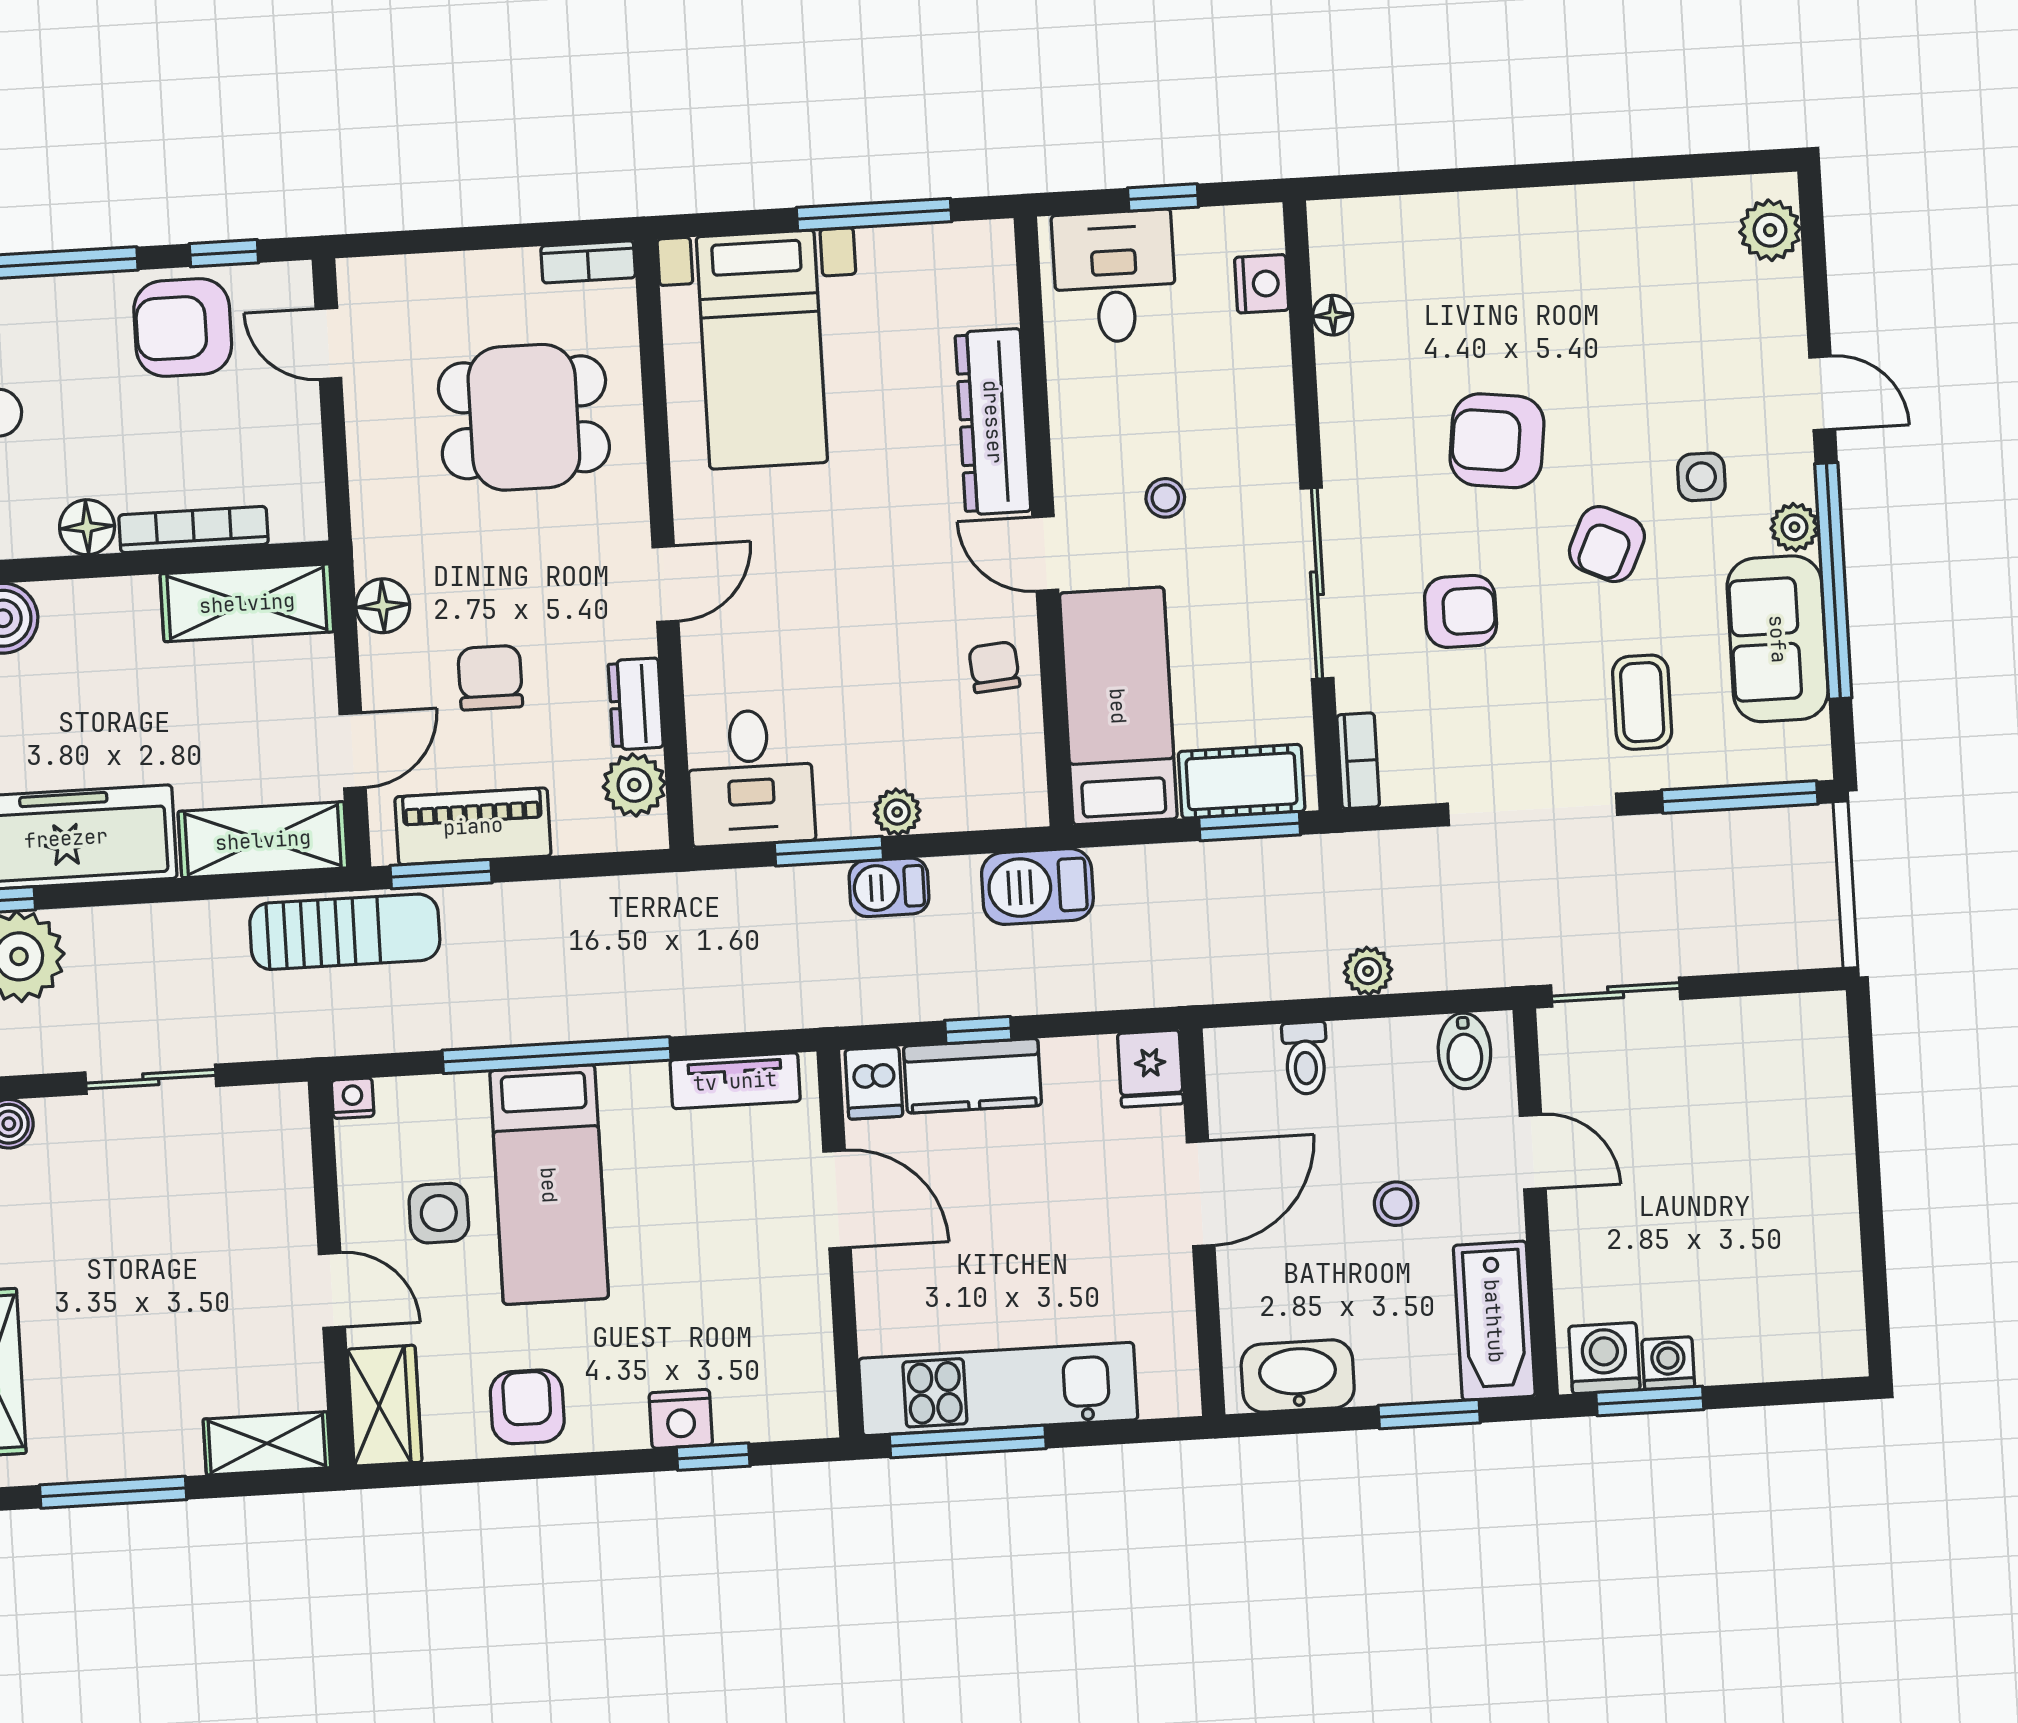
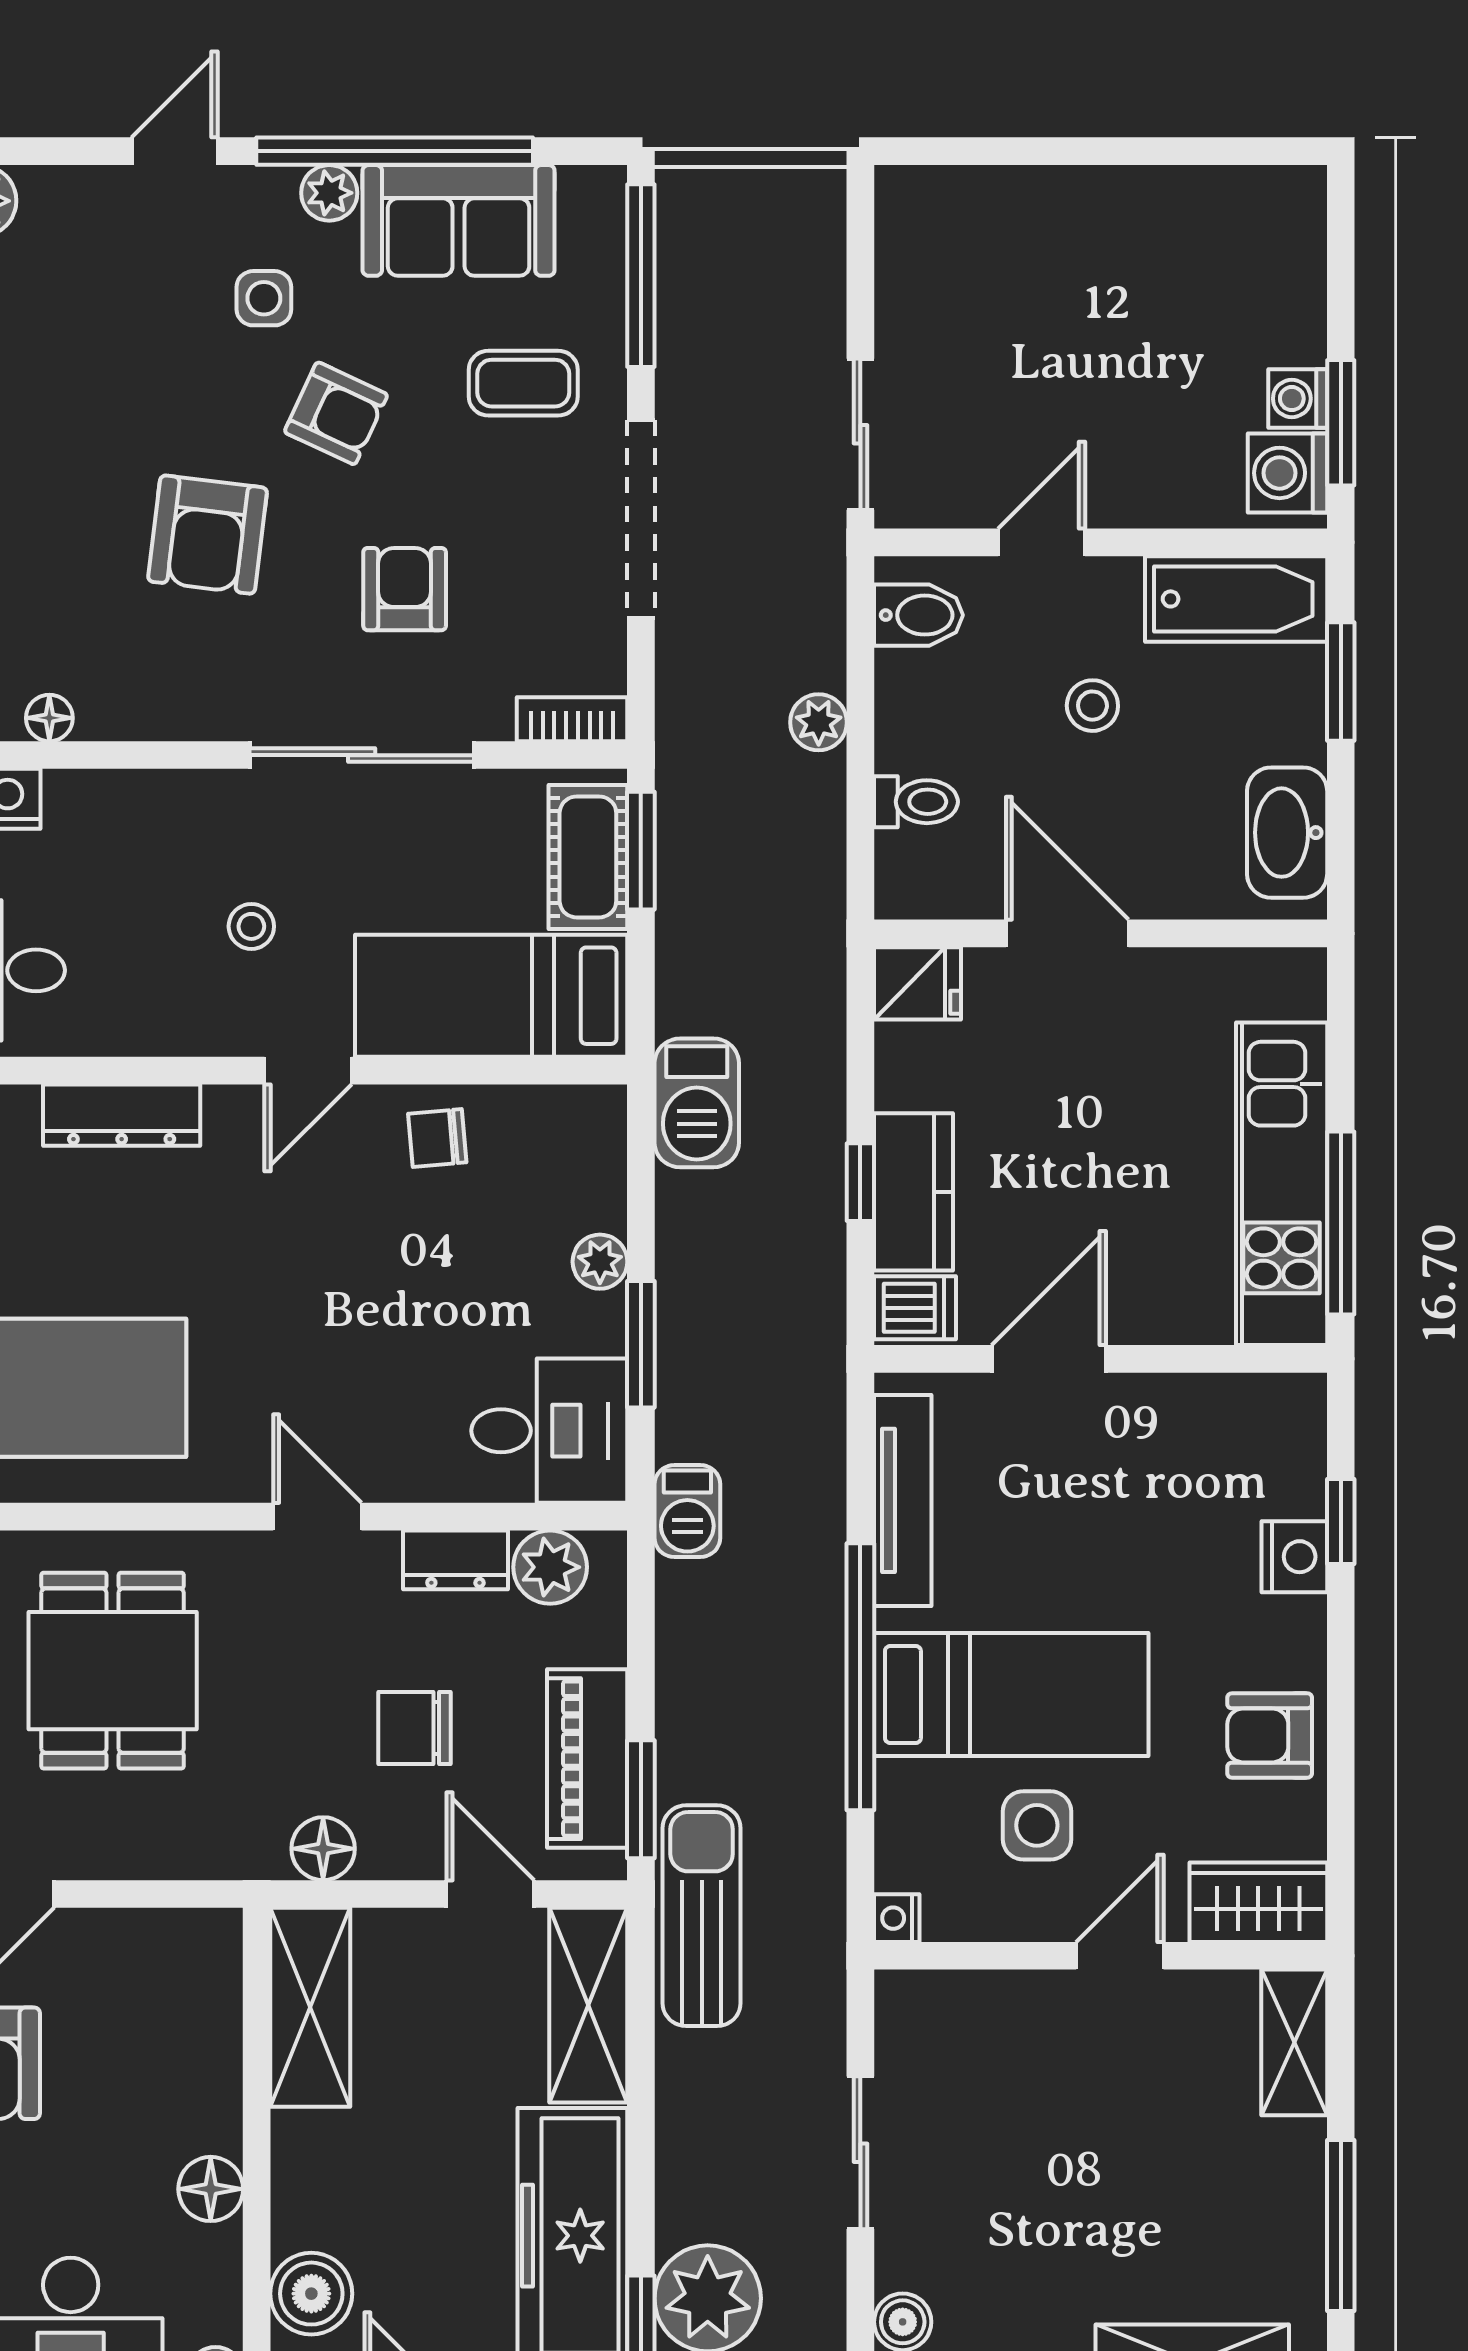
dresser: (993, 422) -> (122, 1115), width x0.73, depth x0.80
bookcase: (193, 529) -> (221, 2065), removed
barbecue: (889, 887) -> (687, 1511), moved
tv unit: (735, 1081) -> (903, 1500), width x1.41

